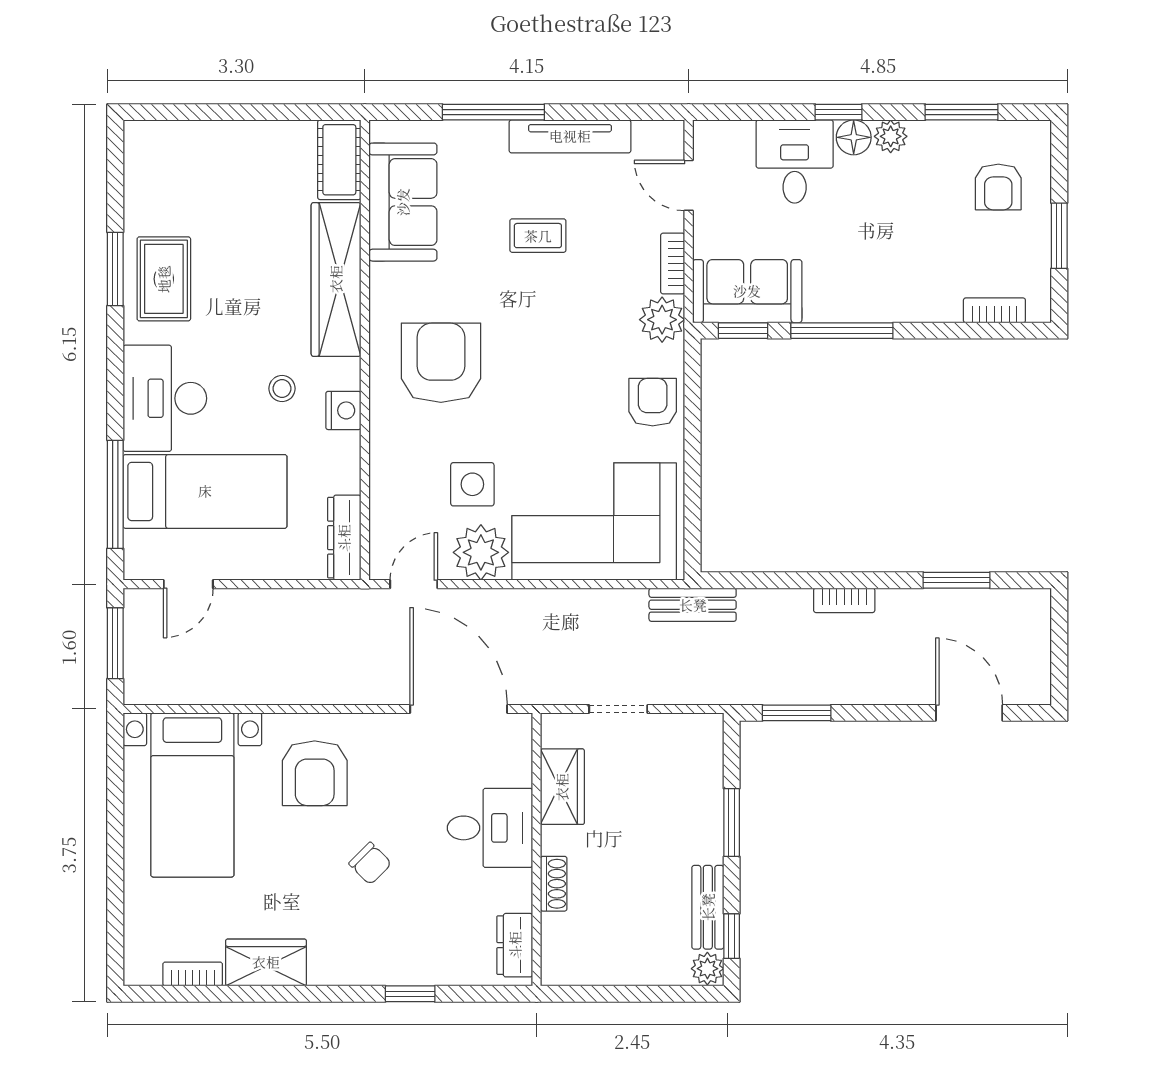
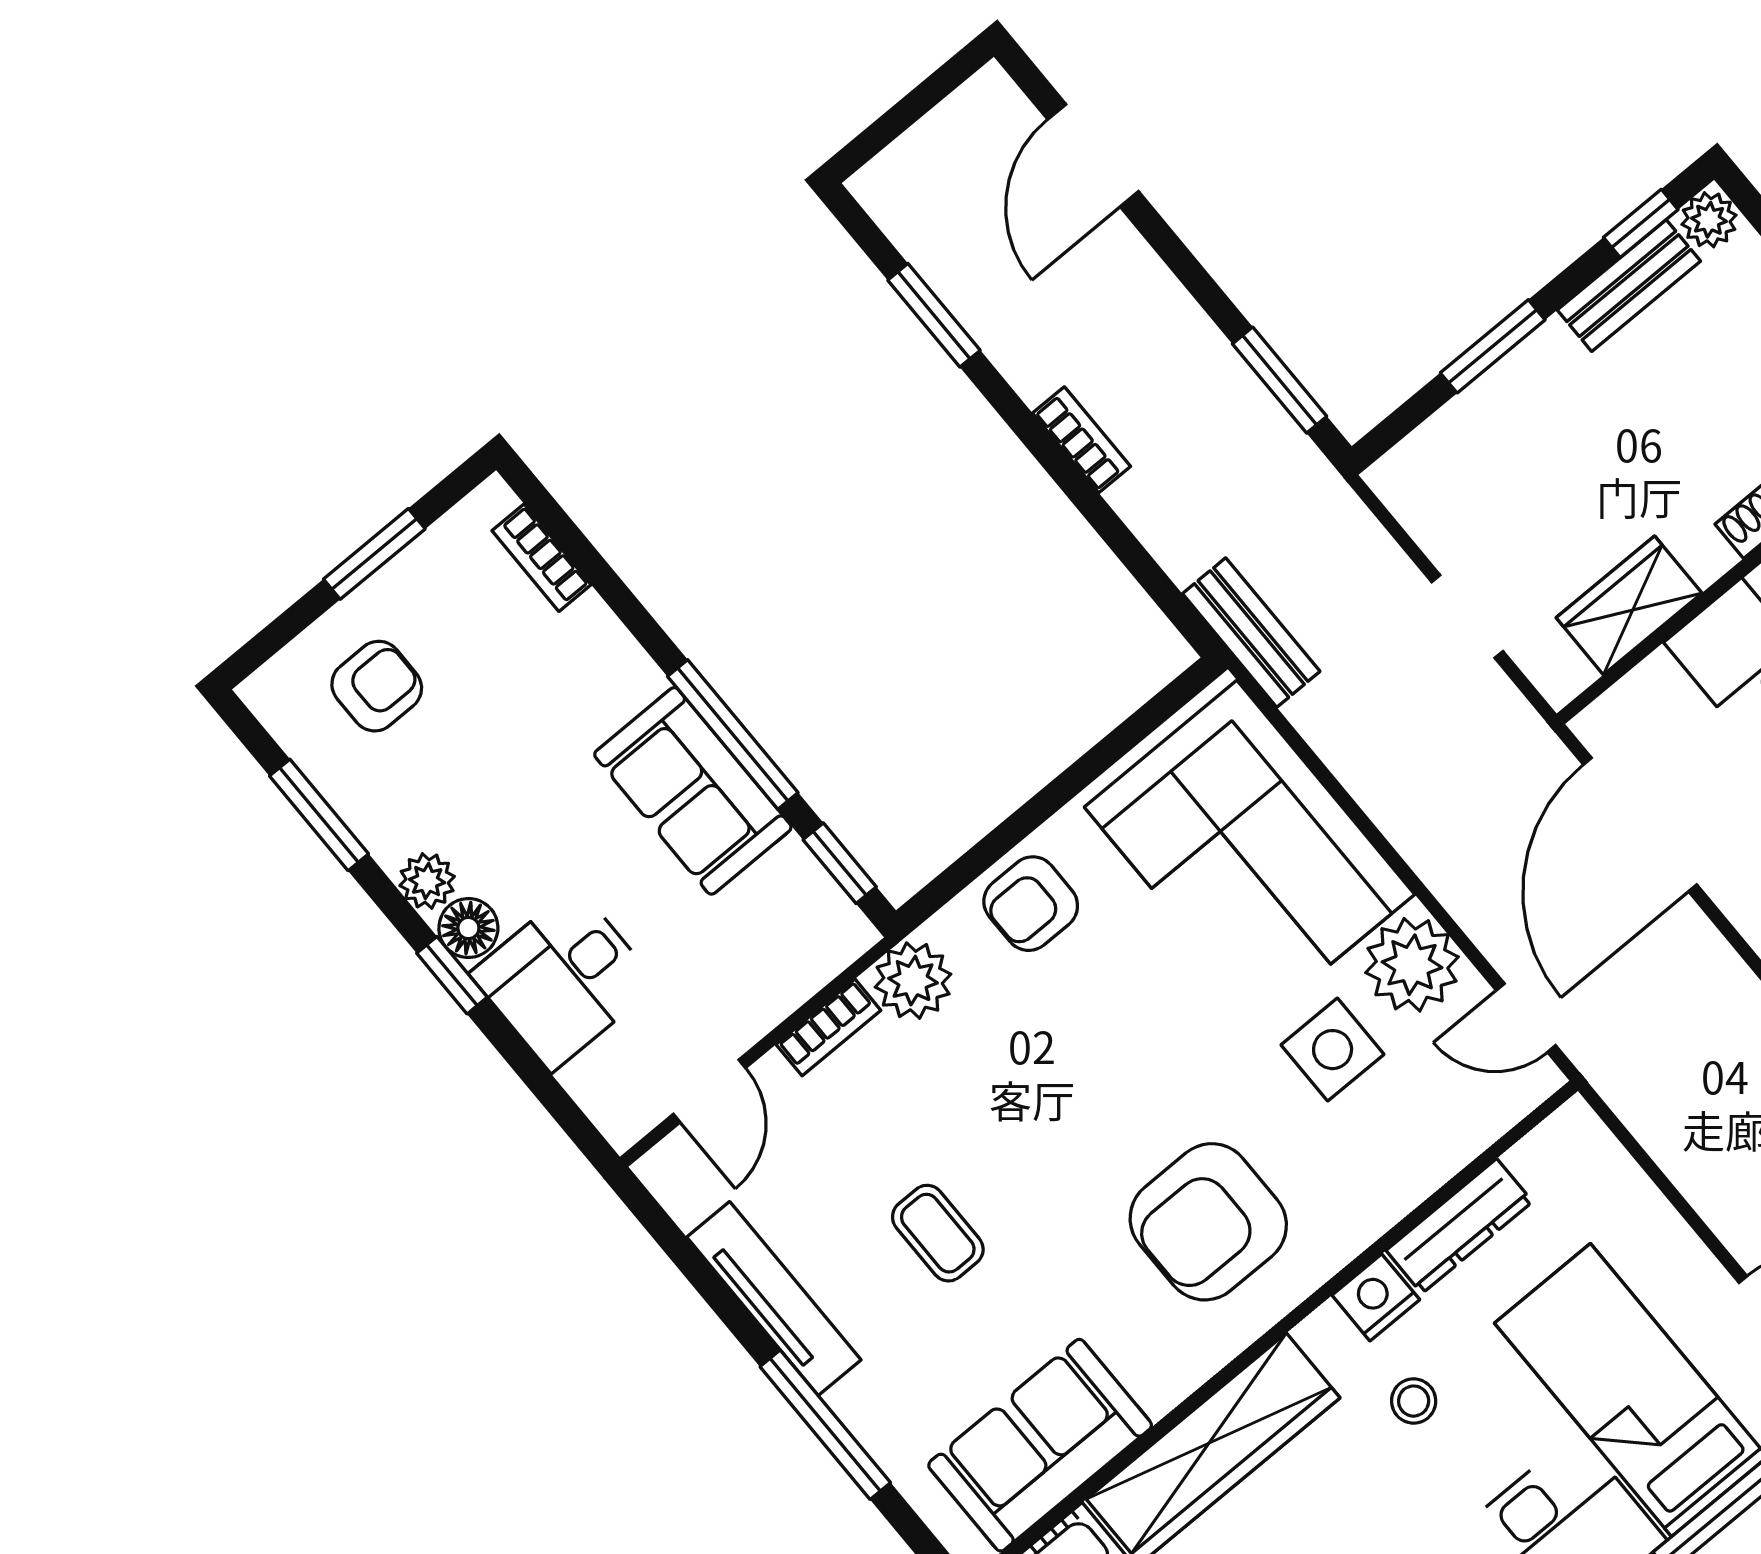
sofa: (747, 291) -> (693, 791), moved
dresser: (344, 538) -> (1459, 1226), moved

